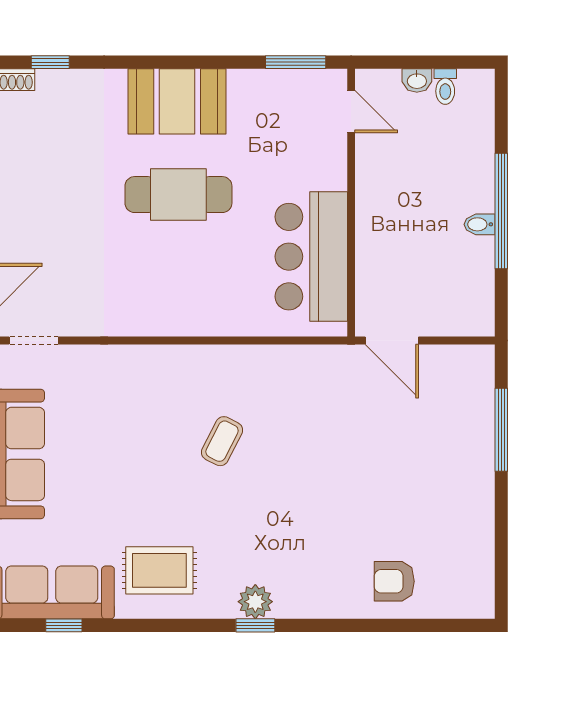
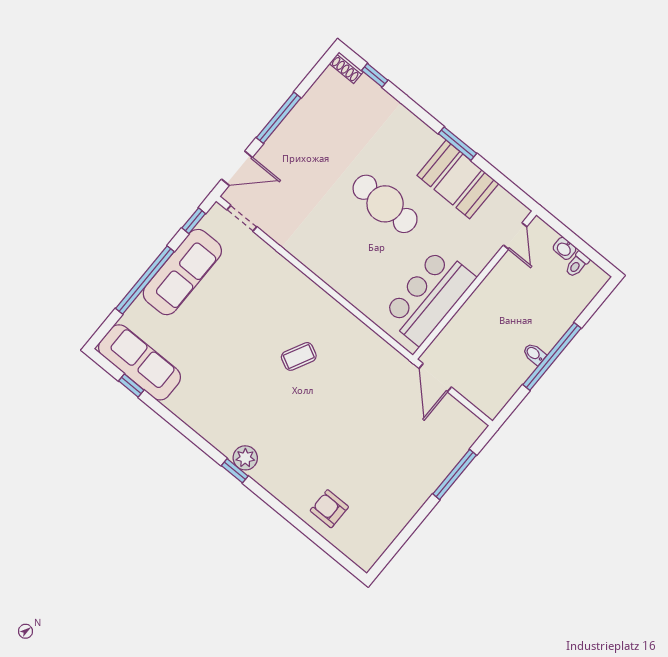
window: (296, 62) -> (457, 144), moved
booth: (177, 101) -> (458, 179), moved
rug: (159, 570) -> (207, 398), removed

